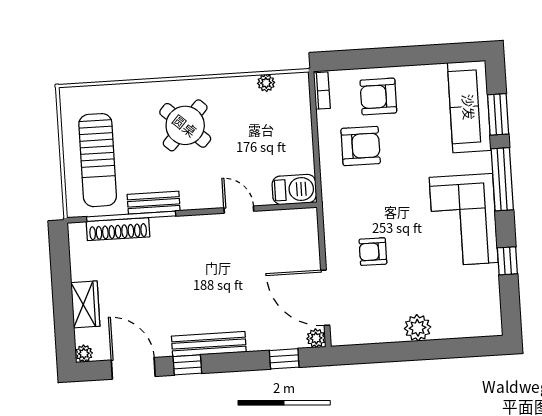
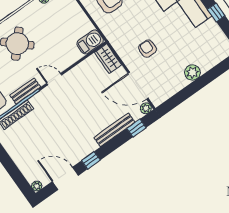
door: (239, 210) -> (54, 79), moved
armchair: (373, 252) -> (147, 49), turned 90
wardrobe: (85, 304) -> (108, 59), moved, turned 180
bench: (209, 344) -> (114, 130), moved

